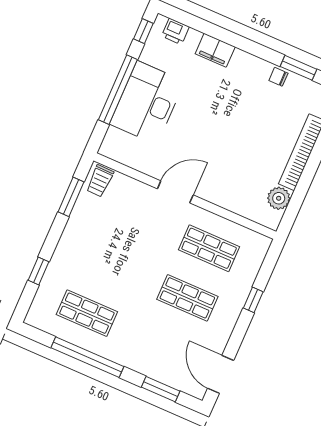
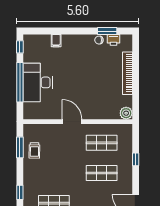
printer: (175, 31) -> (114, 40), moved
filing cabinet: (215, 50) -> (56, 41), width x0.50
trolley: (100, 181) -> (34, 150), moved
door: (175, 192) -> (72, 122), hinge flipped
plant: (279, 198) -> (126, 113), moved

